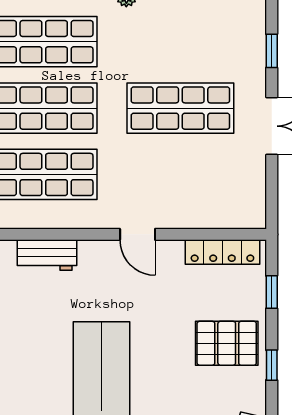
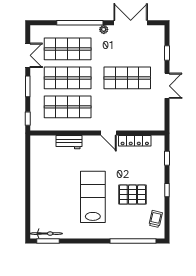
locker: (222, 252) -> (135, 141), moved
pallet: (227, 343) -> (132, 195), moved

